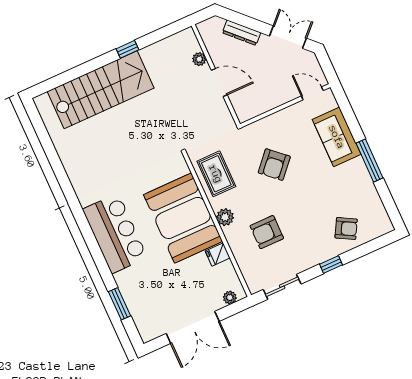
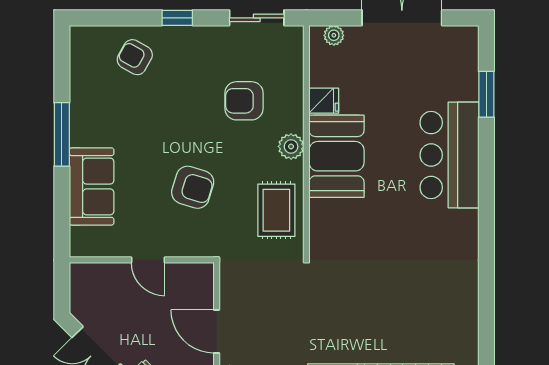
door: (312, 93) -> (148, 260), moved
armchair: (274, 165) -> (193, 187), turned 65
booth: (183, 218) -> (337, 156), width x0.73, depth x0.70
armchair: (267, 232) -> (244, 101), turned 180
bar counter: (115, 233) -> (449, 155), moved

